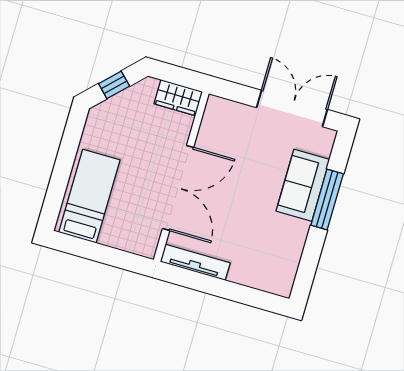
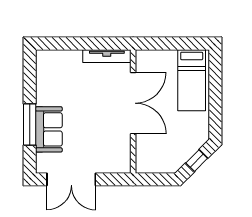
wardrobe: (178, 98) -> (151, 164), removed
double door: (178, 188) -> (133, 103), swing flipped

